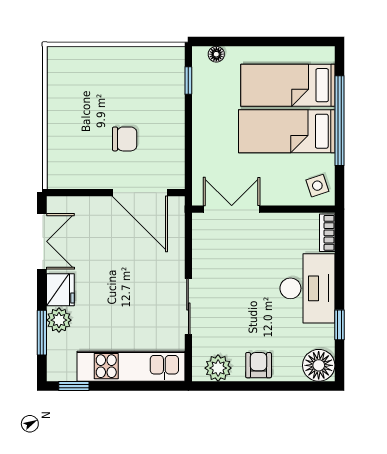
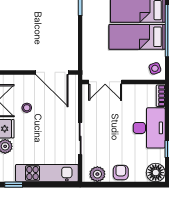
chair: (125, 139) -> (43, 41), removed
double door: (232, 209) -> (105, 82), swing flipped
stool: (96, 254) -> (27, 108), added

